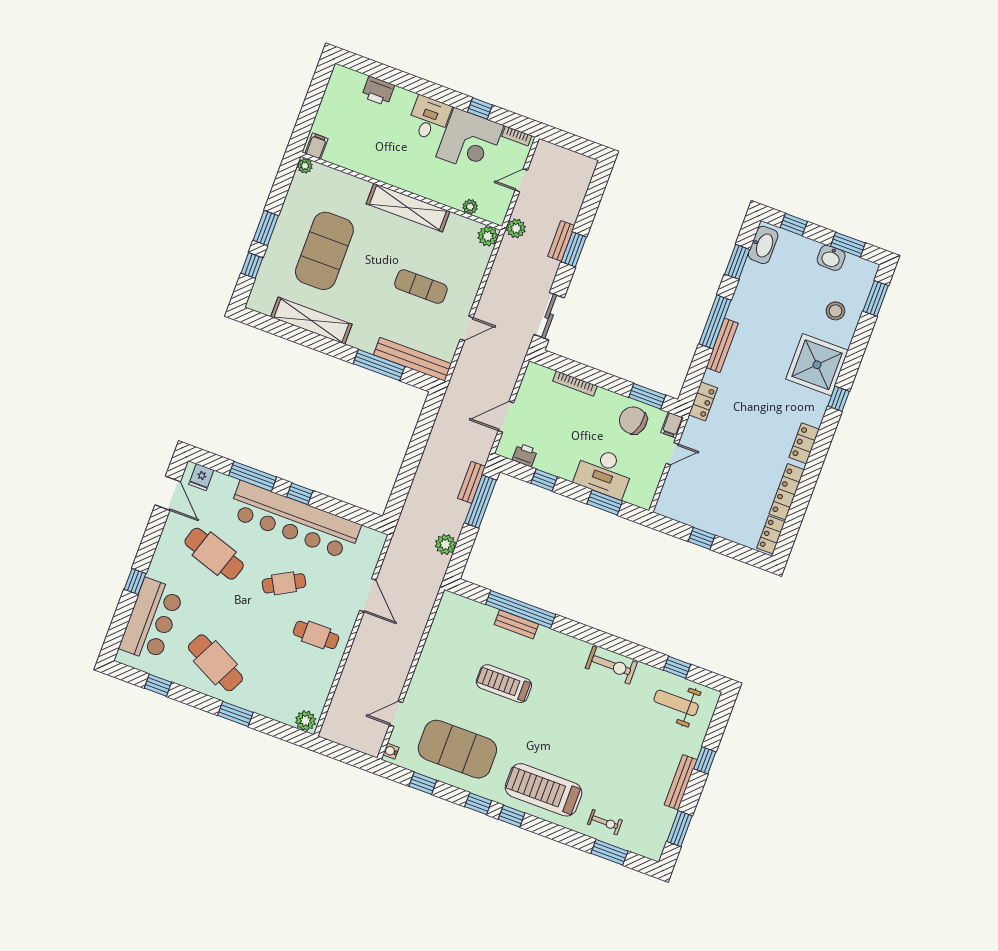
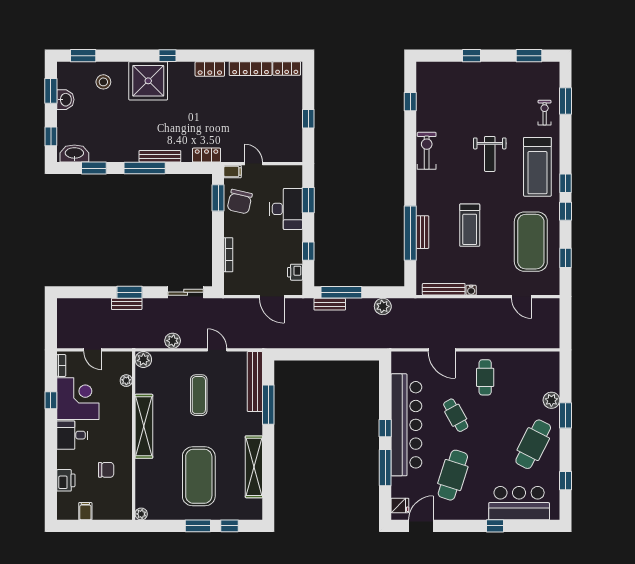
chair: (373, 143) -> (106, 470), added
filing cabinet: (317, 146) -> (85, 511), moved, turned 90
plant: (516, 228) -> (173, 341), moved
exercise mat: (324, 251) -> (199, 476), turned 90
door: (368, 595) -> (442, 350), swing flipped
weight bench: (676, 703) -> (490, 154), moved
plant: (306, 721) -> (551, 400), moved
water cooler: (391, 751) -> (471, 290), moved
bench: (681, 782) -> (444, 289), moved

